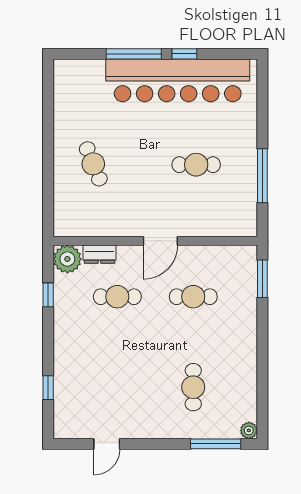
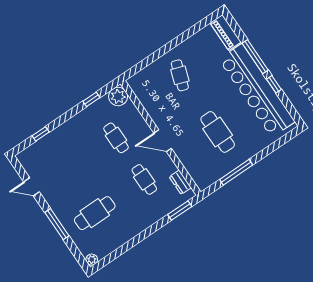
piano: (79, 70) -> (226, 33), added
cafe table: (93, 164) -> (180, 75), turned -49
cafe table: (196, 165) -> (218, 132), width x1.37, depth x1.35
dresser: (99, 254) -> (180, 182), moved
cafe table: (193, 387) -> (95, 213), width x1.37, depth x1.35
window: (216, 444) -> (57, 224), moved

